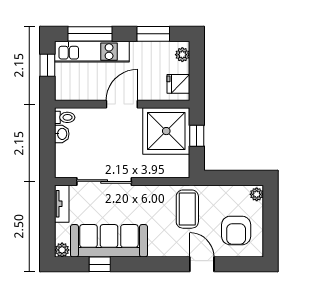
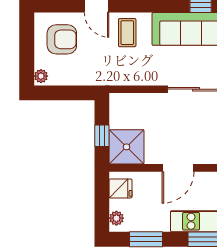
shower: (166, 131) -> (127, 147), width x0.73, depth x0.73
coffee table: (187, 209) -> (127, 33), moved, width x0.73, depth x0.77
armchair: (236, 230) -> (62, 39), turned 90

